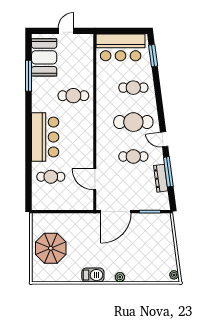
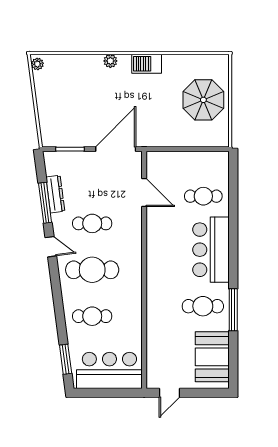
door: (66, 31) -> (169, 393), moved
window: (29, 76) -> (233, 310), moved
cafe table: (73, 96) -> (203, 306), moved

